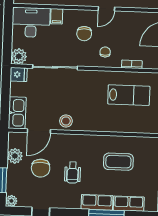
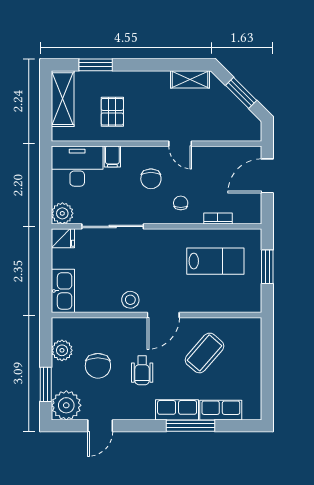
door: (106, 9) -> (180, 144), hinge flipped
door: (39, 131) -> (163, 315), moved
coffee table: (118, 162) -> (204, 353), turned -49
plant: (11, 201) -> (66, 405), width x1.88, depth x1.88

